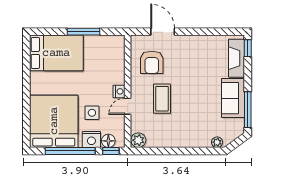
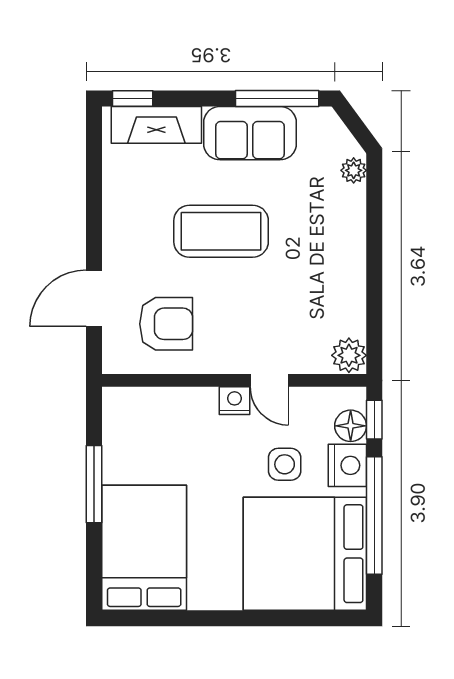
coffee table: (162, 99) -> (221, 231), moved, width x1.36, depth x1.32

